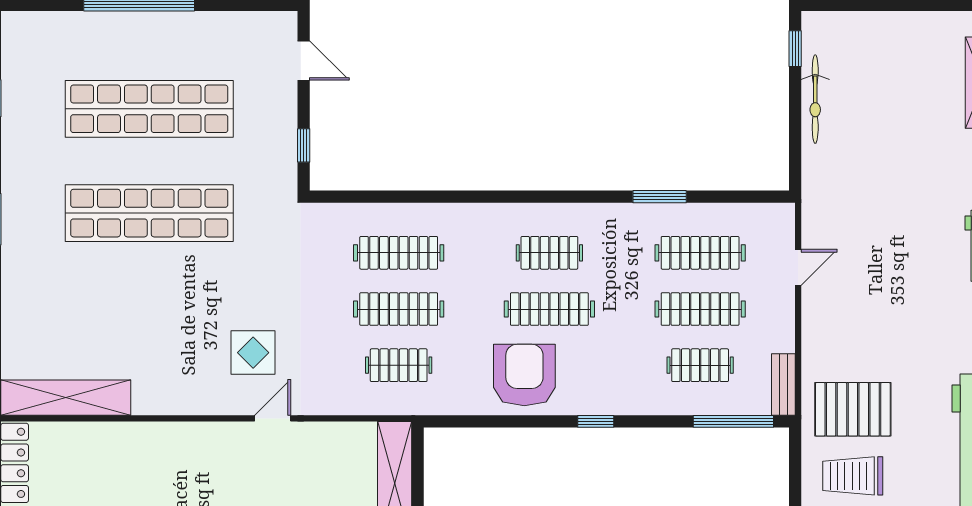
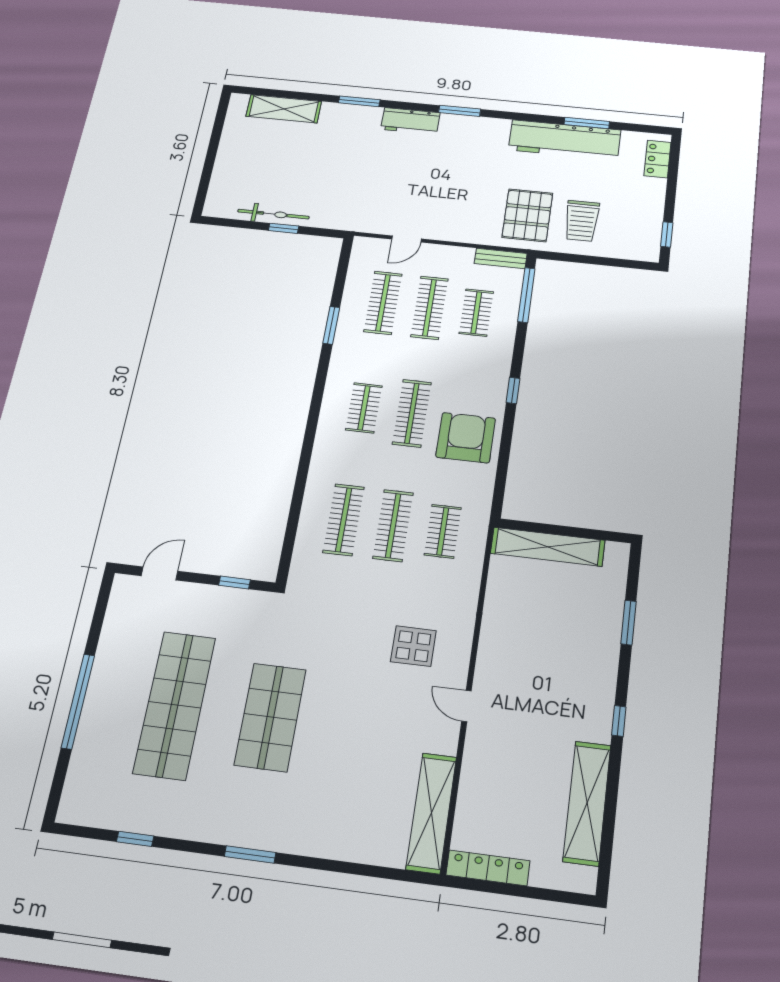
window: (795, 49) -> (284, 228), moved
shop shelf: (149, 213) -> (270, 717), width x0.71
door: (798, 267) -> (407, 239), swing flipped
armchair: (524, 375) -> (466, 438), turned 90
door: (273, 418) -> (466, 706), moved

